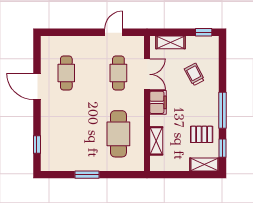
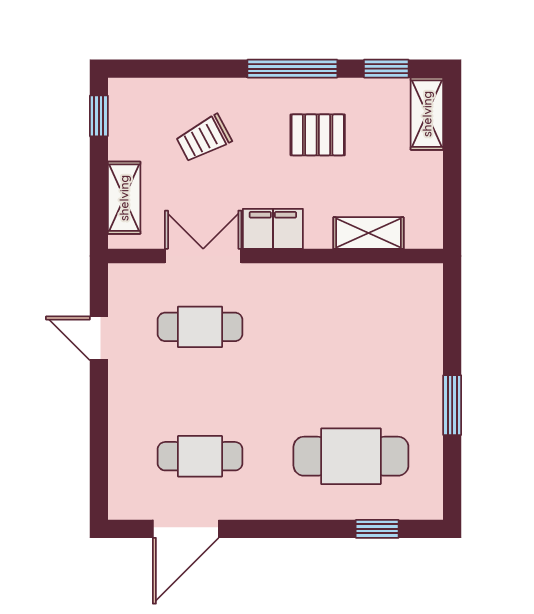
door: (37, 86) -> (186, 529), moved
cafe table: (118, 134) -> (351, 456), moved
pallet: (202, 134) -> (318, 135), moved, turned 90

